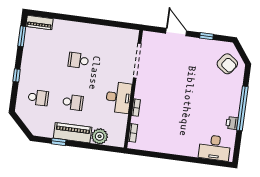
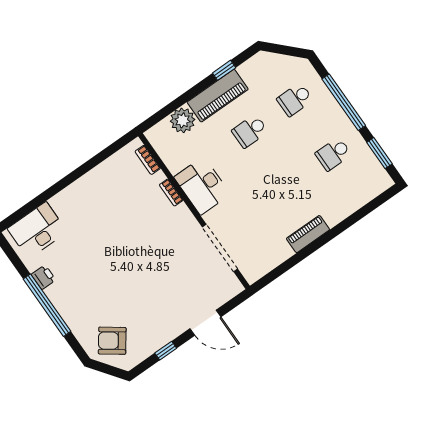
piano: (40, 23) -> (308, 234), moved
school desk: (78, 60) -> (333, 154), moved, turned 180
window: (17, 75) -> (344, 102), width x3.17

